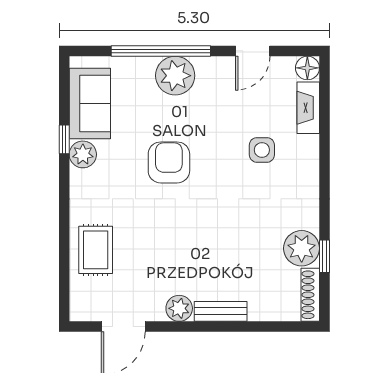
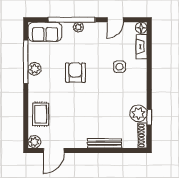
plant: (175, 76) -> (78, 27), width x0.53, depth x0.53
sofa: (90, 103) -> (45, 32), moved, turned 90
window: (64, 139) -> (26, 62), width x3.17
plant: (179, 308) -> (34, 142), moved
bench: (221, 311) -> (105, 143), width x1.36

